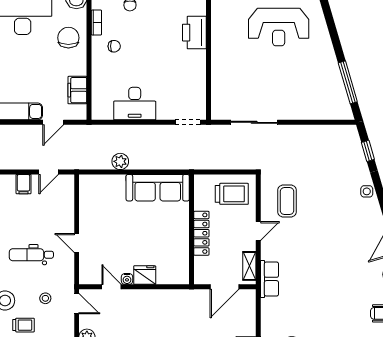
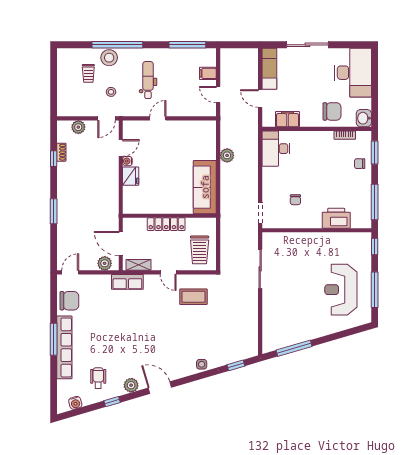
chair: (114, 46) -> (295, 200), moved
desk: (135, 104) -> (276, 149), moved
plant: (248, 306) -> (105, 263), added

